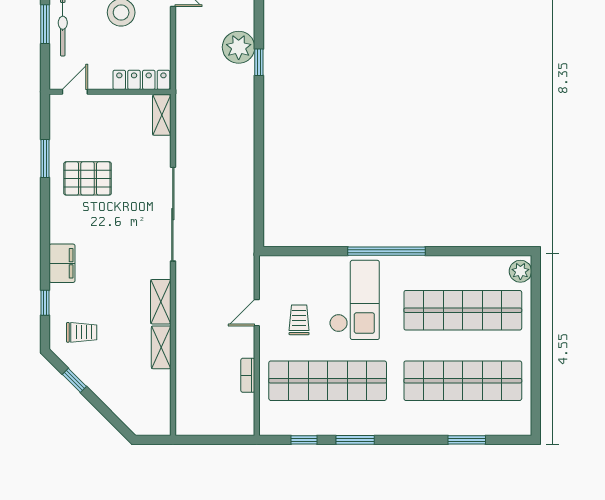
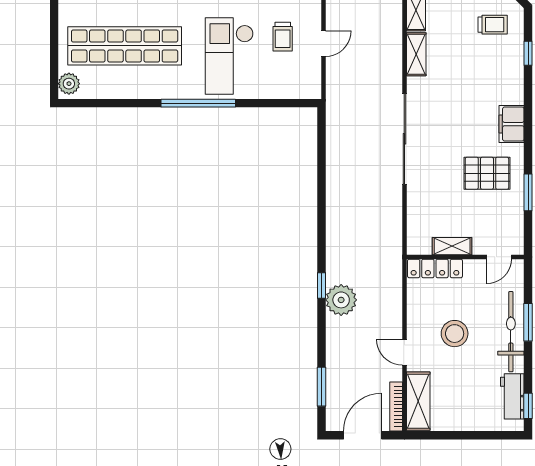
shelving: (162, 115) -> (452, 246), moved, turned 90
filing cabinet: (62, 263) -> (512, 124), moved
trolley: (82, 332) -> (493, 25), turned 180

